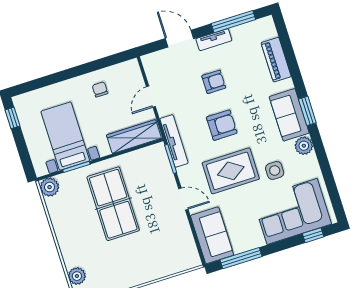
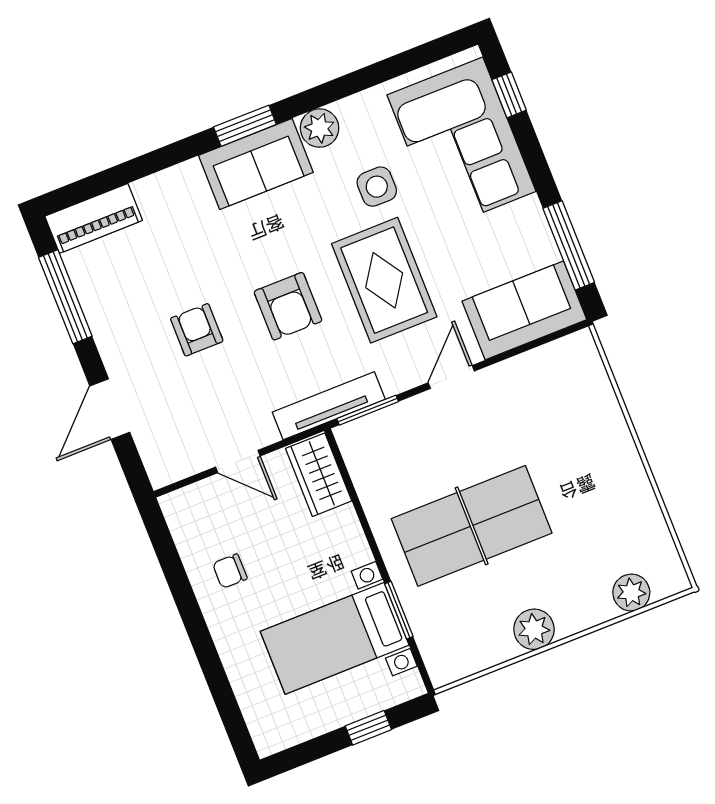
tv unit: (214, 40) -> (107, 336), removed
piano: (276, 60) -> (94, 218), moved
window: (13, 118) -> (368, 728), moved
armchair: (222, 125) -> (288, 306), turned 180
wardrobe: (134, 137) -> (319, 475), width x0.67
plant: (50, 187) -> (534, 629), moved

